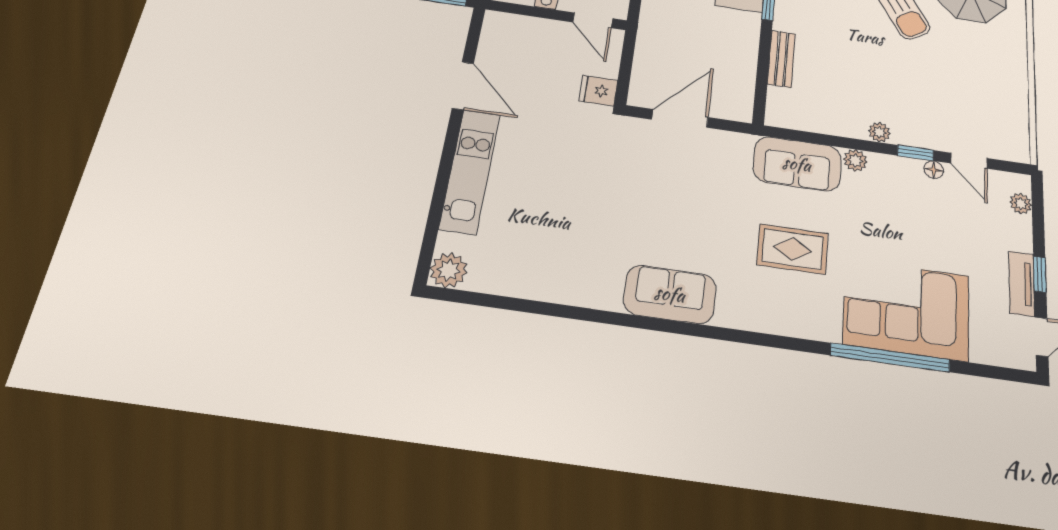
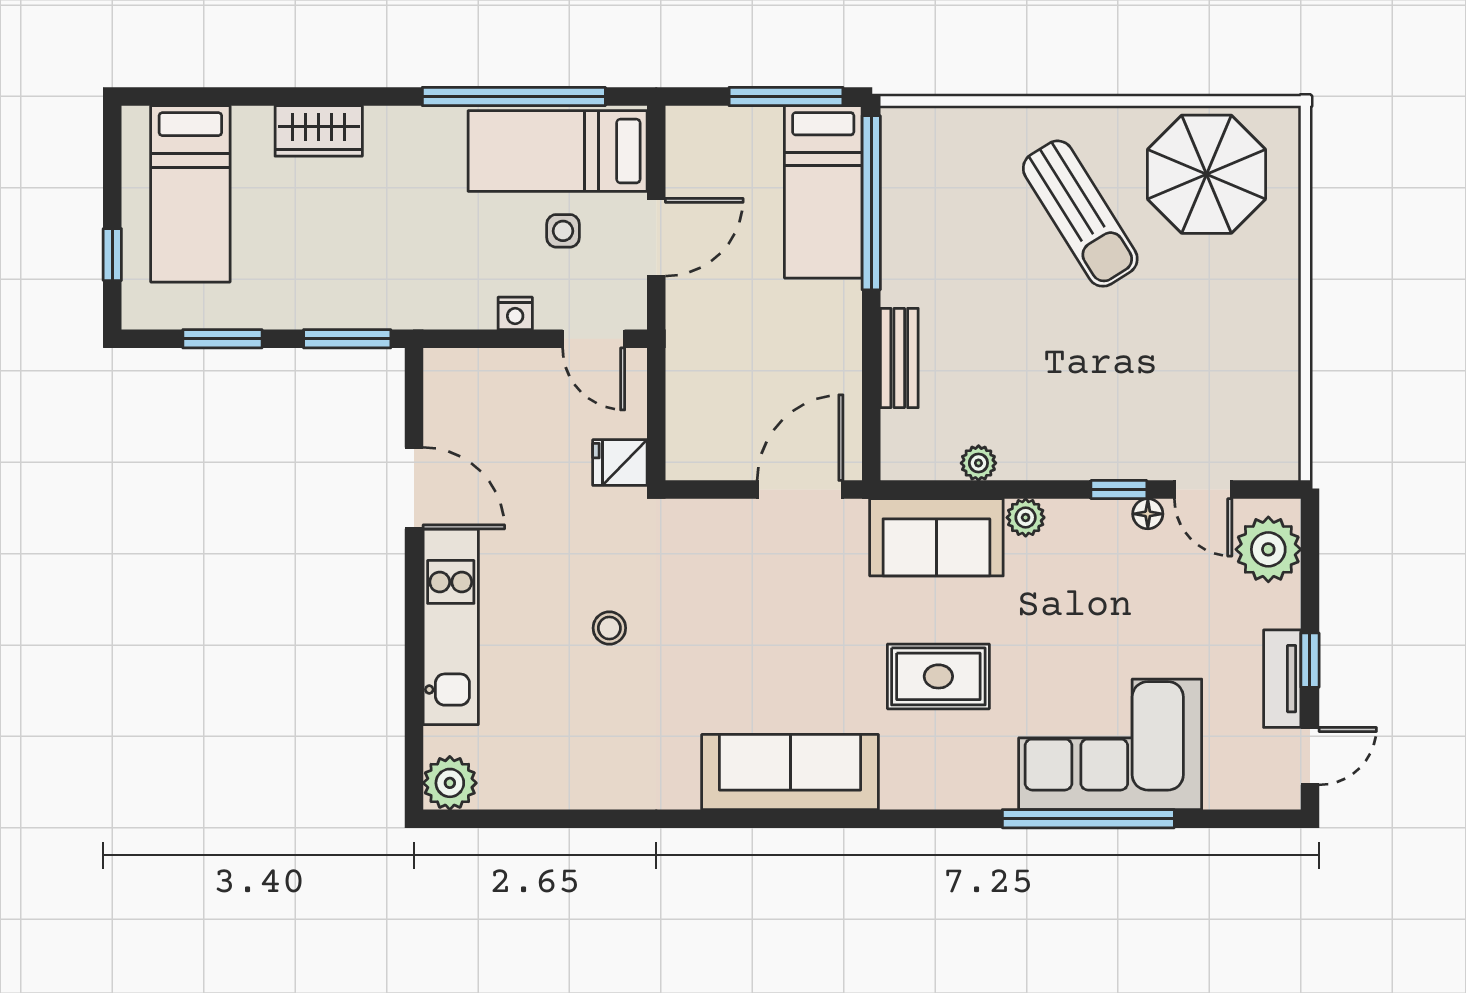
door: (680, 118) -> (800, 490), moved
plant: (879, 132) -> (978, 463), moved
stool: (576, 187) -> (609, 628), added
plant: (1021, 204) -> (1268, 549), width x1.88, depth x1.88
sofa: (670, 294) -> (790, 772), width x1.36

